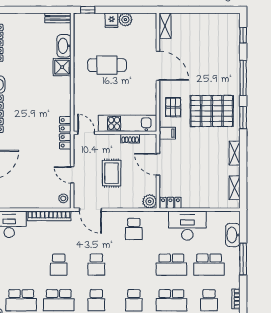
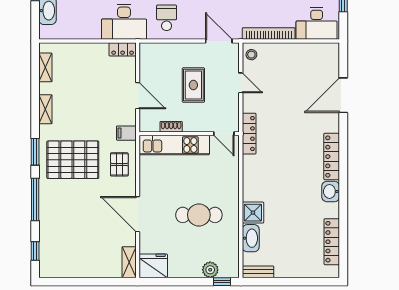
fridge: (111, 20) -> (153, 266), moved, width x1.88, depth x1.34
plant: (125, 20) -> (210, 270), moved
plant: (150, 201) -> (148, 51), removed
desk: (187, 226) -> (124, 22), moved

